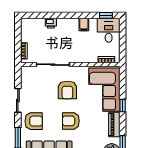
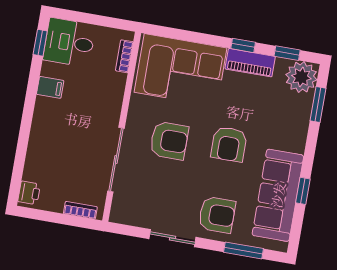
printer: (51, 23) -> (29, 193), moved
window: (123, 106) -> (243, 45), moved
armchair: (34, 121) -> (217, 215), turned 90

